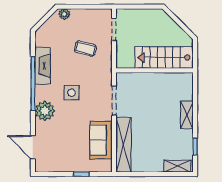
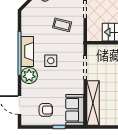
fireplace: (43, 66) -> (27, 51), moved
sofa: (101, 140) -> (75, 110), moved
armchair: (65, 153) -> (46, 110), added

